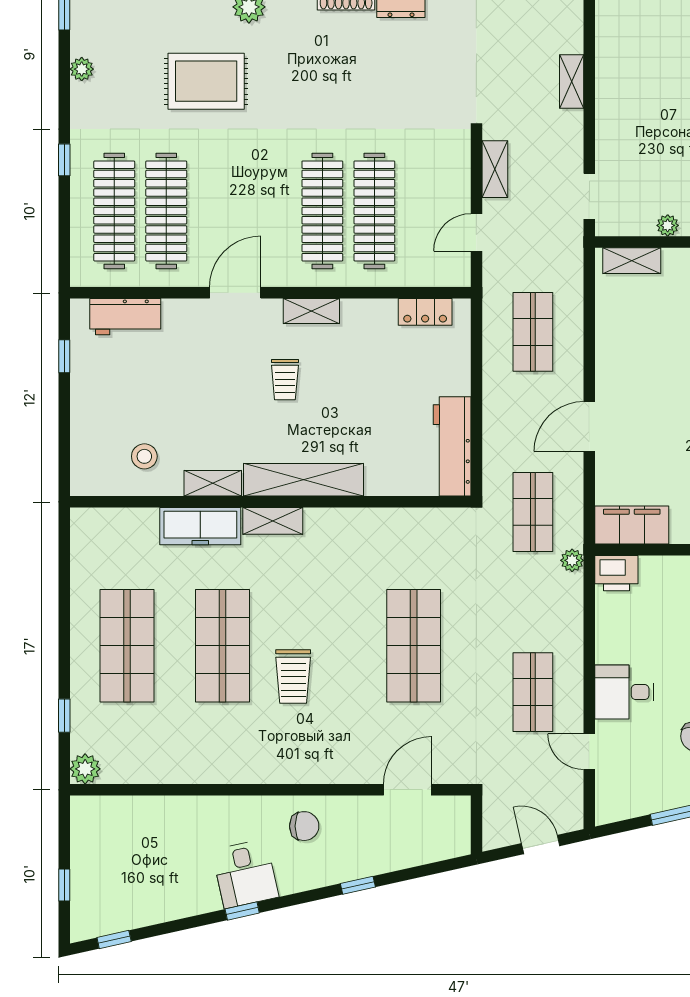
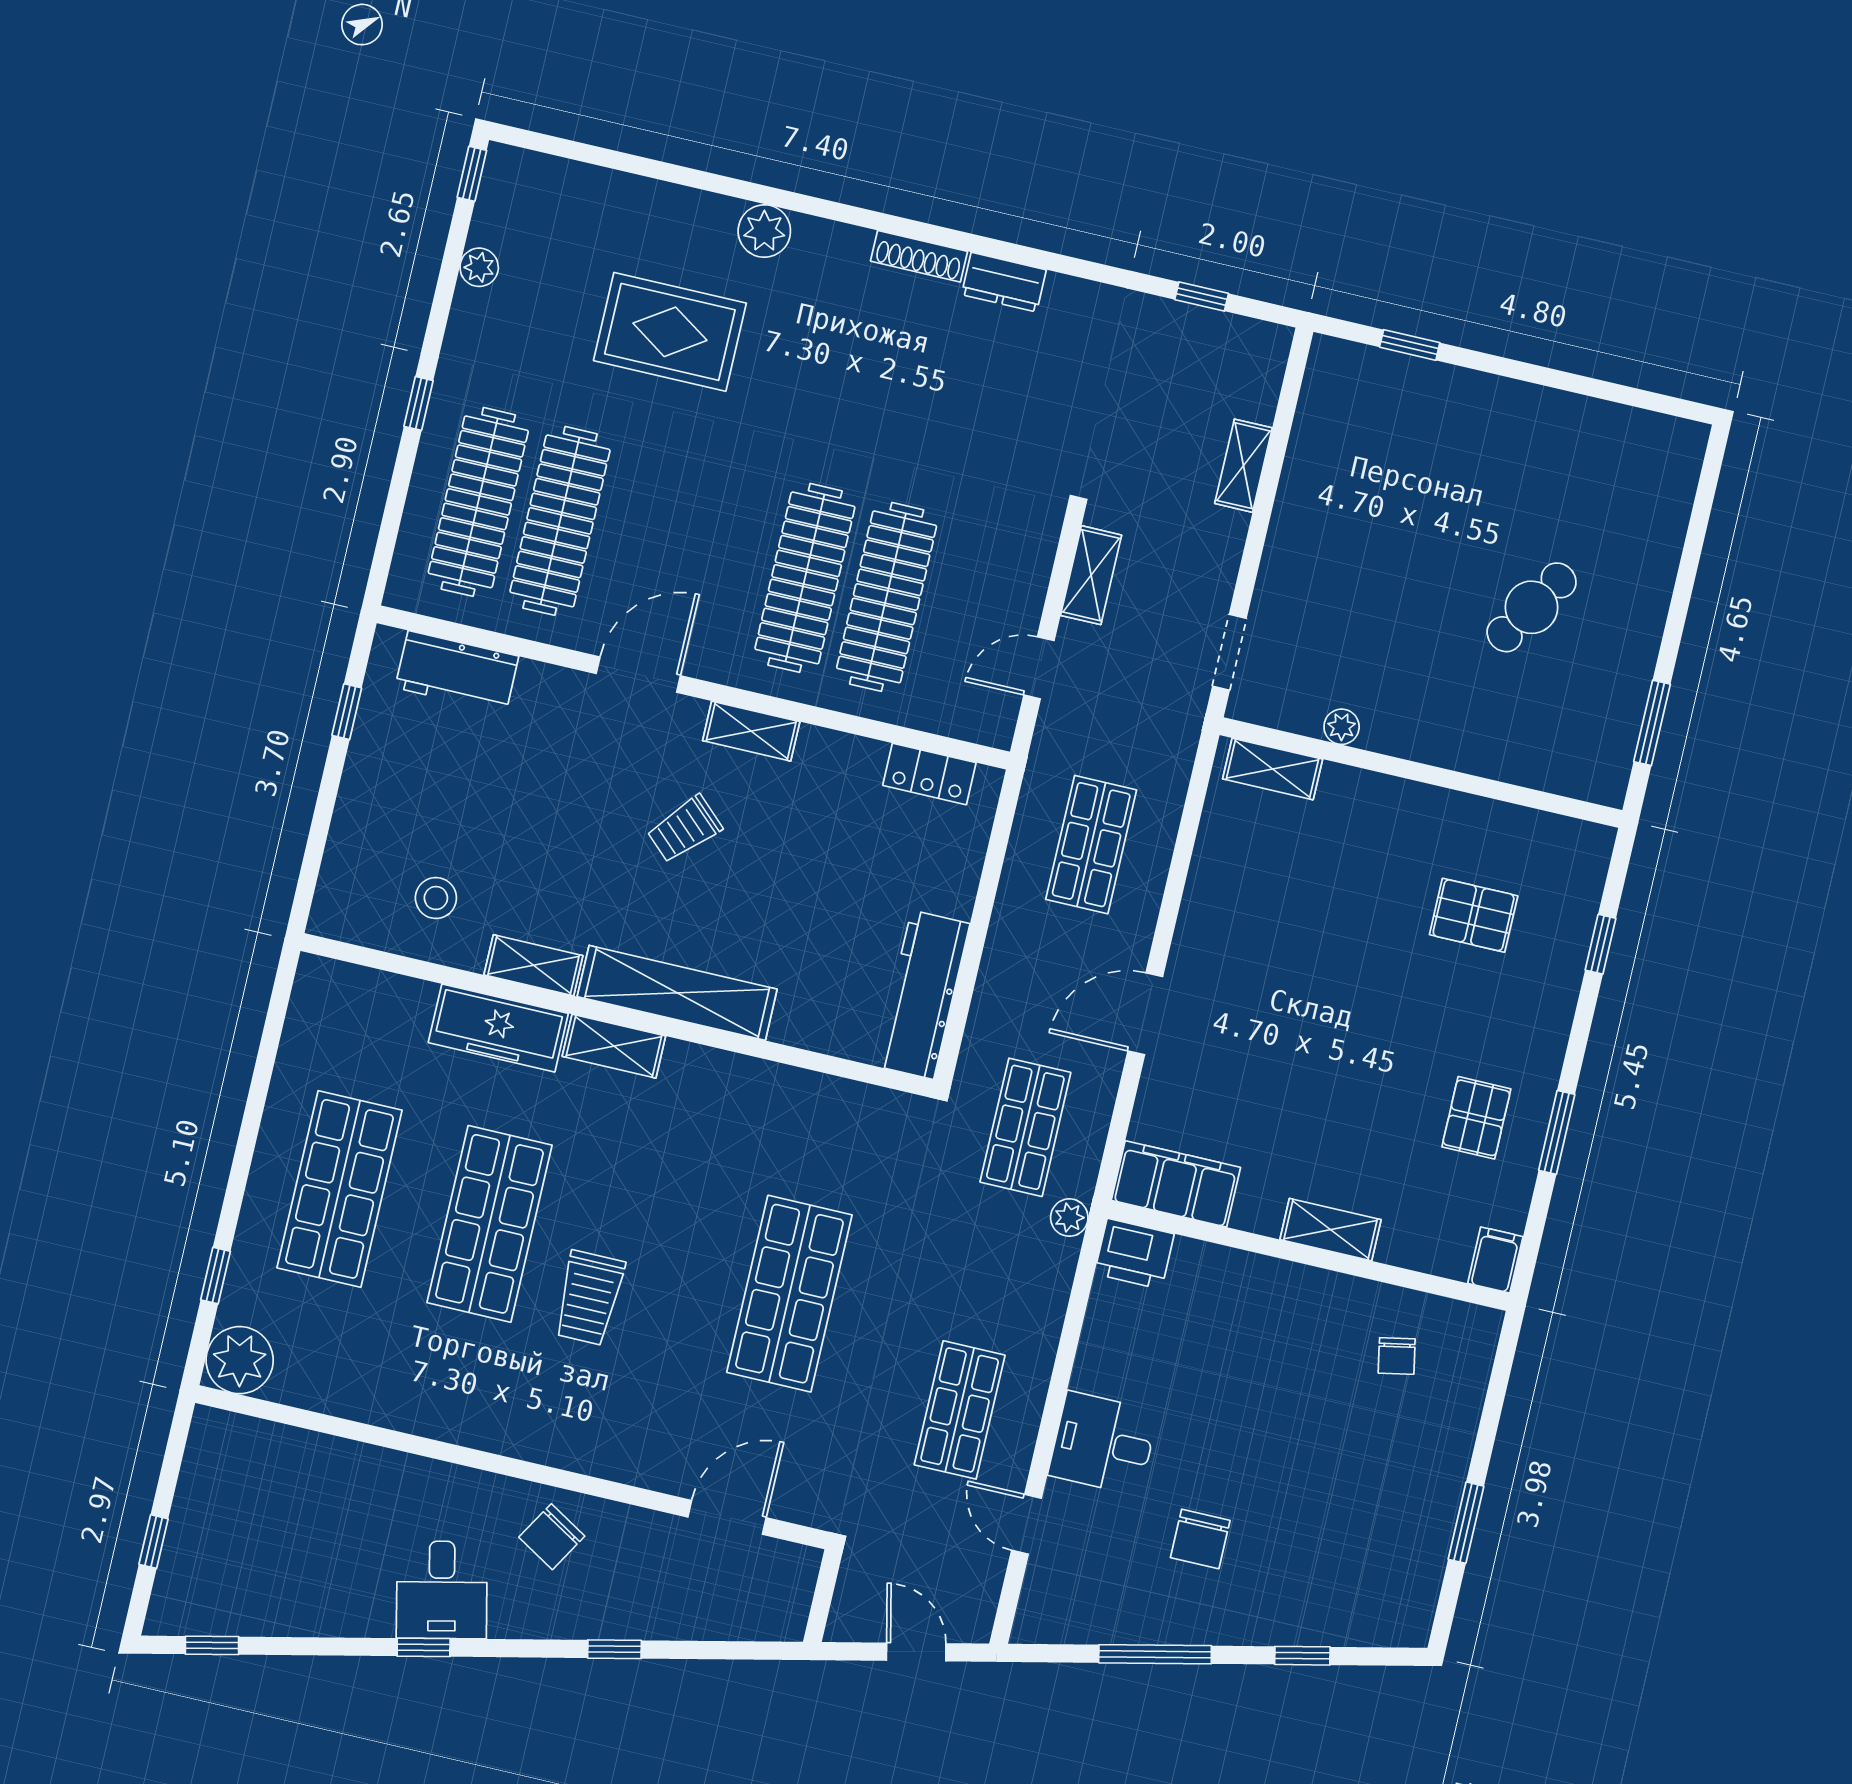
trolley: (285, 380) -> (685, 829), turned 43
plant: (85, 769) -> (240, 1360), width x1.36, depth x1.36
chair: (304, 826) -> (552, 1537), turned 121

